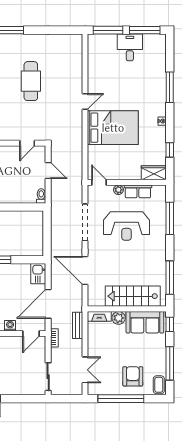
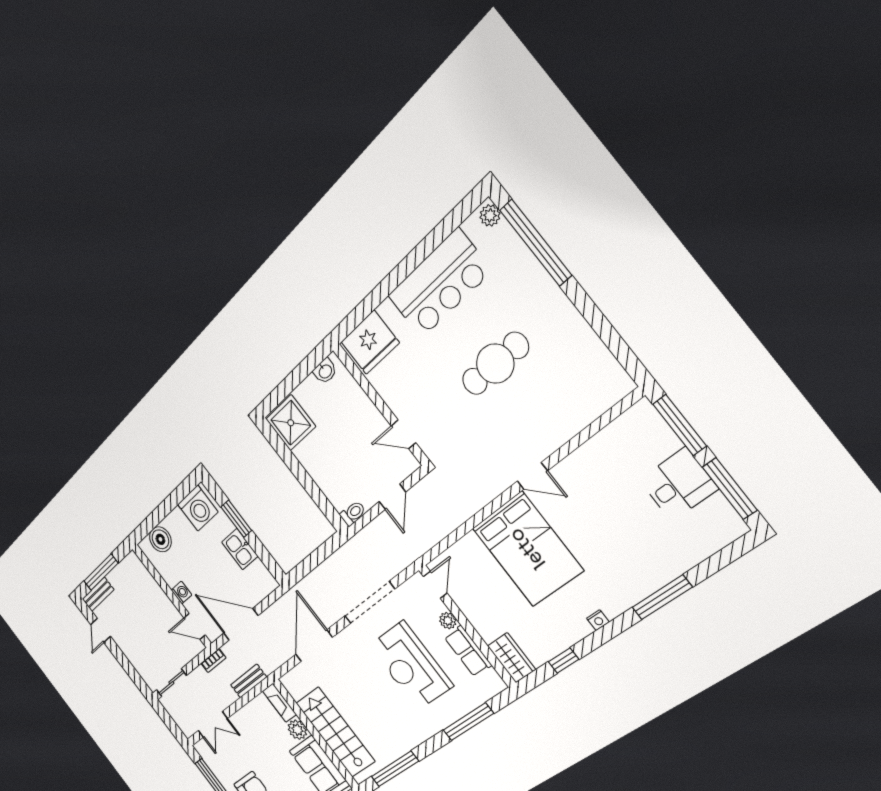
kitchen sink: (38, 274) -> (240, 549), moved, turned -90

